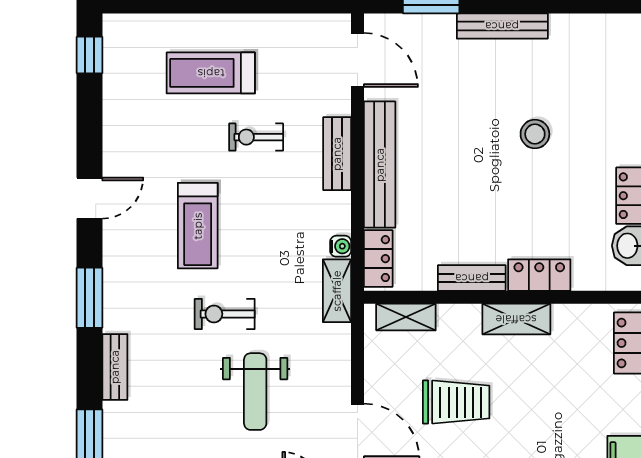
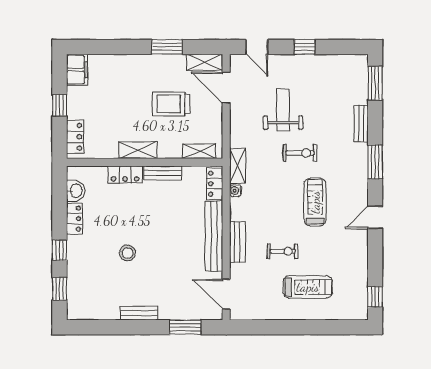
bench: (502, 26) -> (139, 313), width x0.73

